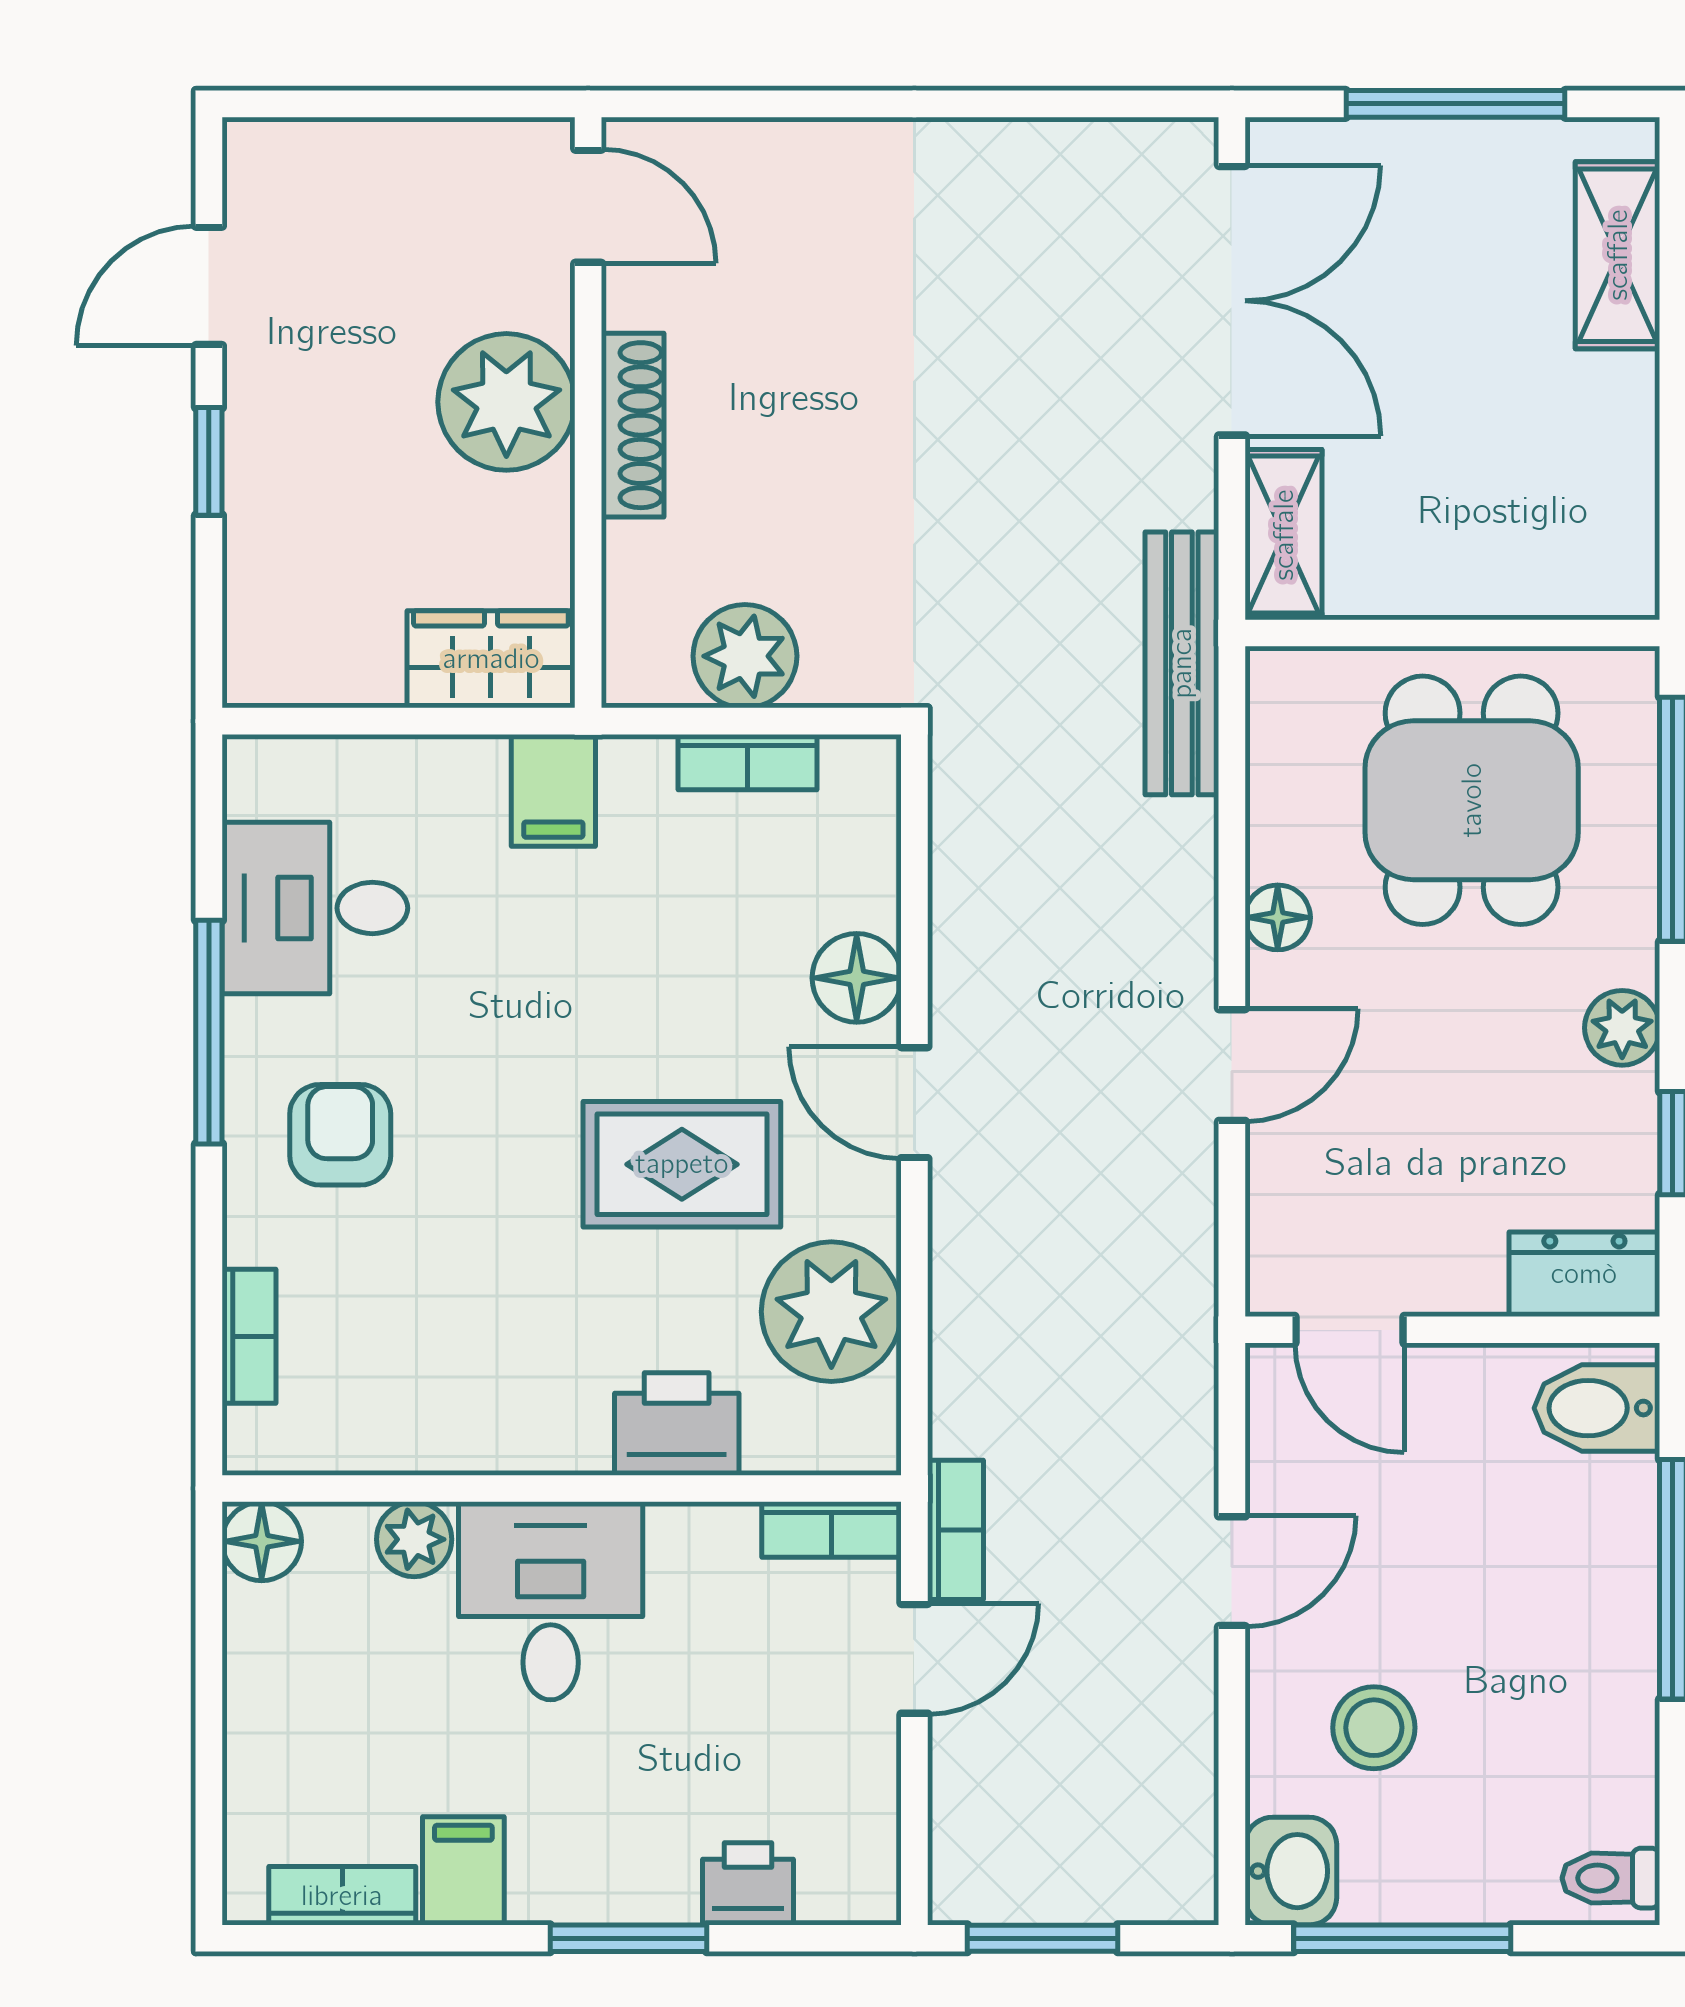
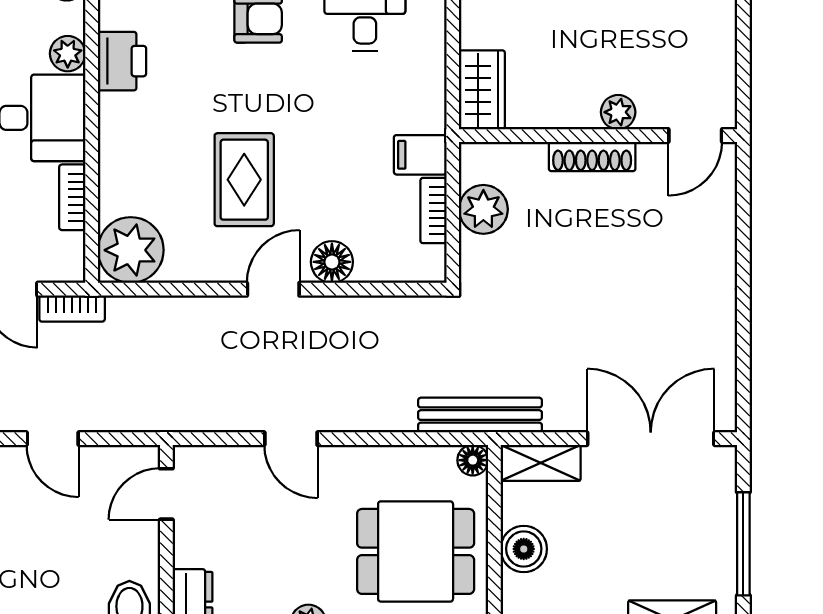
double door: (1232, 301) -> (651, 439), swing flipped
plant: (506, 402) -> (618, 112), width x0.53, depth x0.53
boiler: (1466, 570) -> (524, 549), added
filing cabinet: (553, 790) -> (420, 155), moved
floor lamp: (1278, 917) -> (473, 460), moved
plant: (831, 1312) -> (131, 250), moved
printer: (677, 1424) -> (122, 61), moved
bookcase: (832, 1530) -> (72, 197), moved

